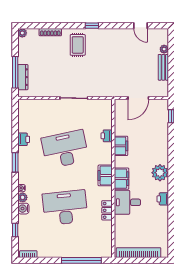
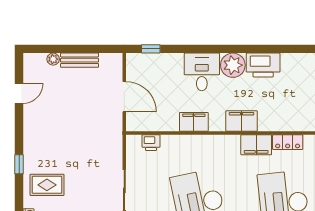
printer: (107, 136) -> (151, 143), moved
filing cabinet: (105, 175) -> (256, 145), moved
printer: (163, 199) -> (263, 65), width x1.87, depth x1.48
desk: (127, 202) -> (202, 72), moved, turned 180

